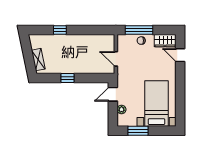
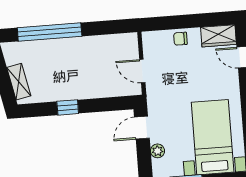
window: (60, 30) -> (50, 32), width x3.17
window: (139, 30) -> (176, 22), removed

